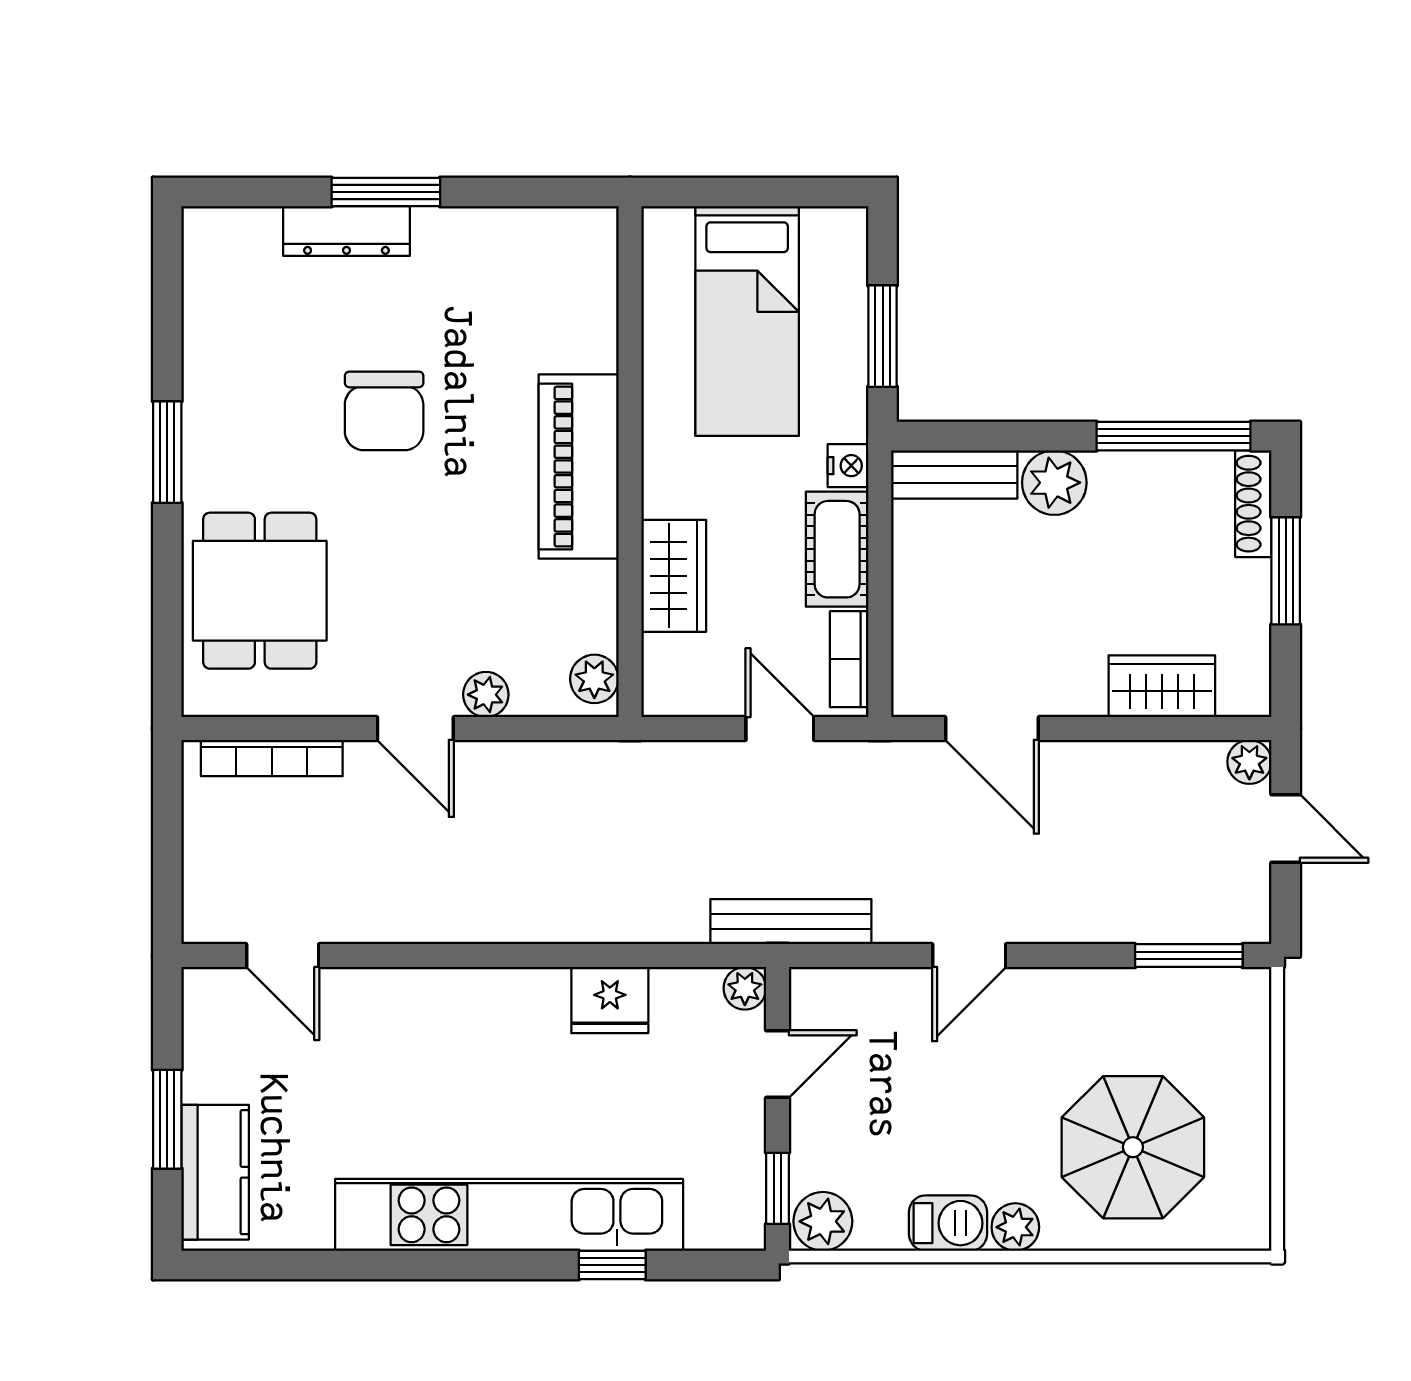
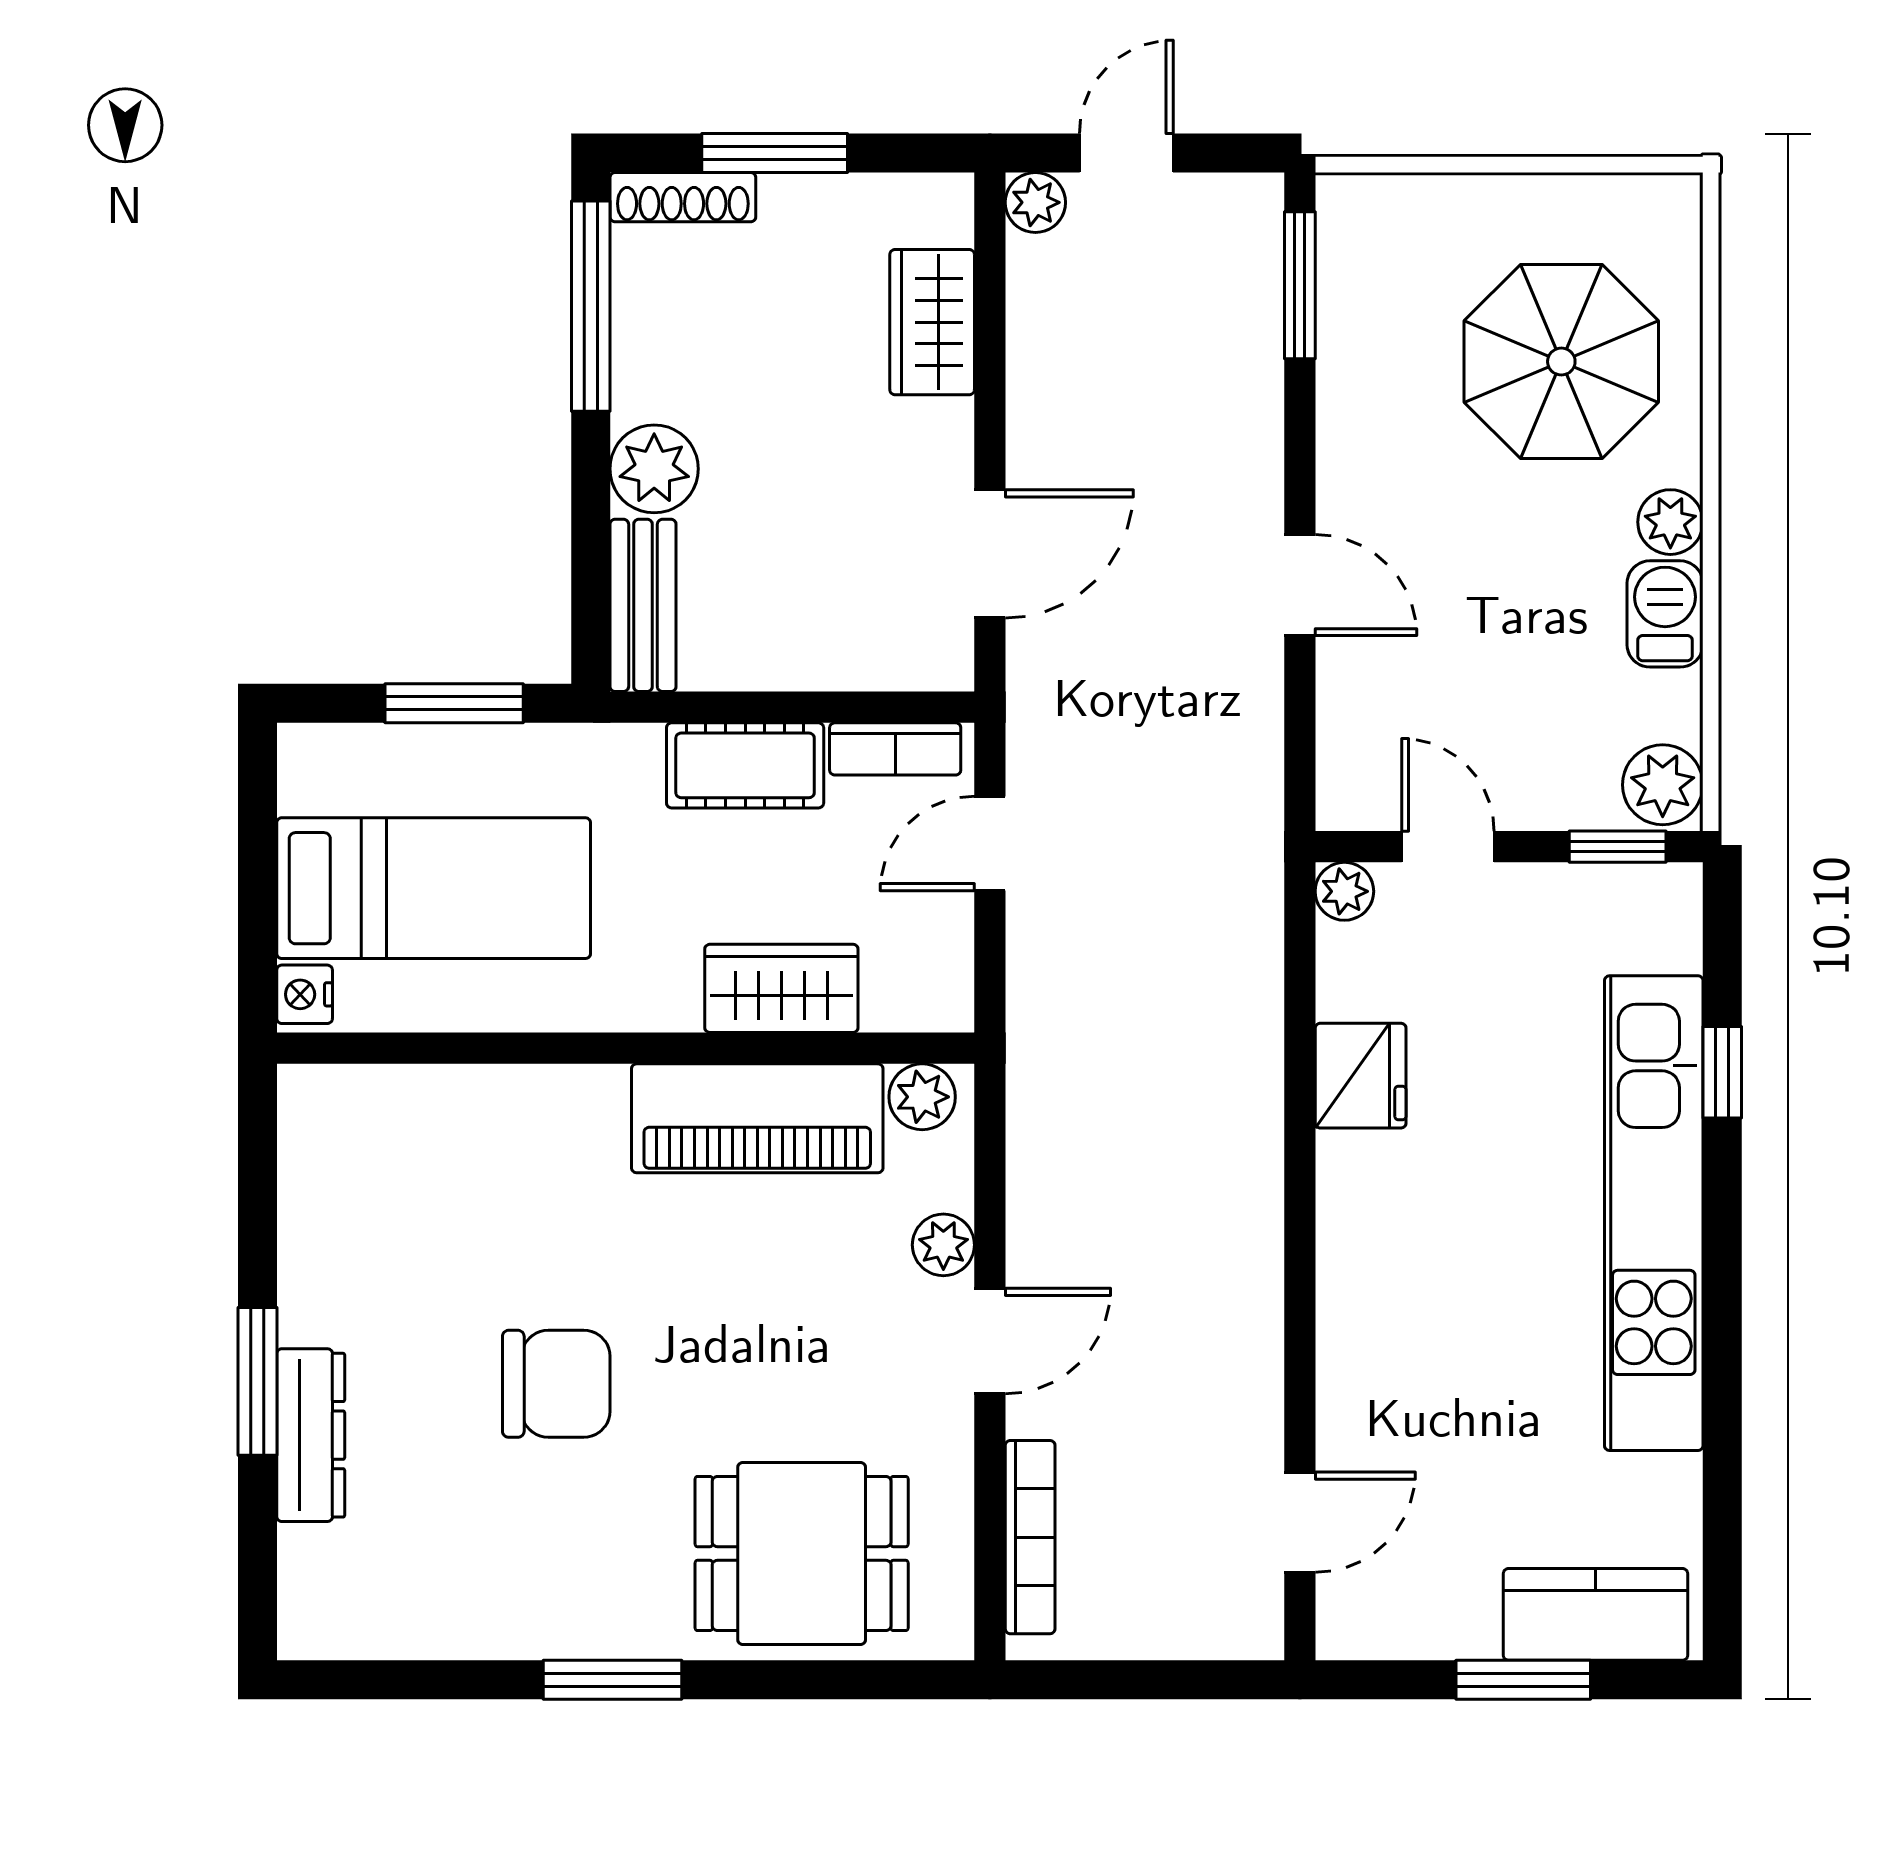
nightstand: (848, 466) -> (305, 994), moved, turned -90
piano: (579, 467) -> (757, 1118), moved
bench: (791, 922) -> (1254, 828), removed

